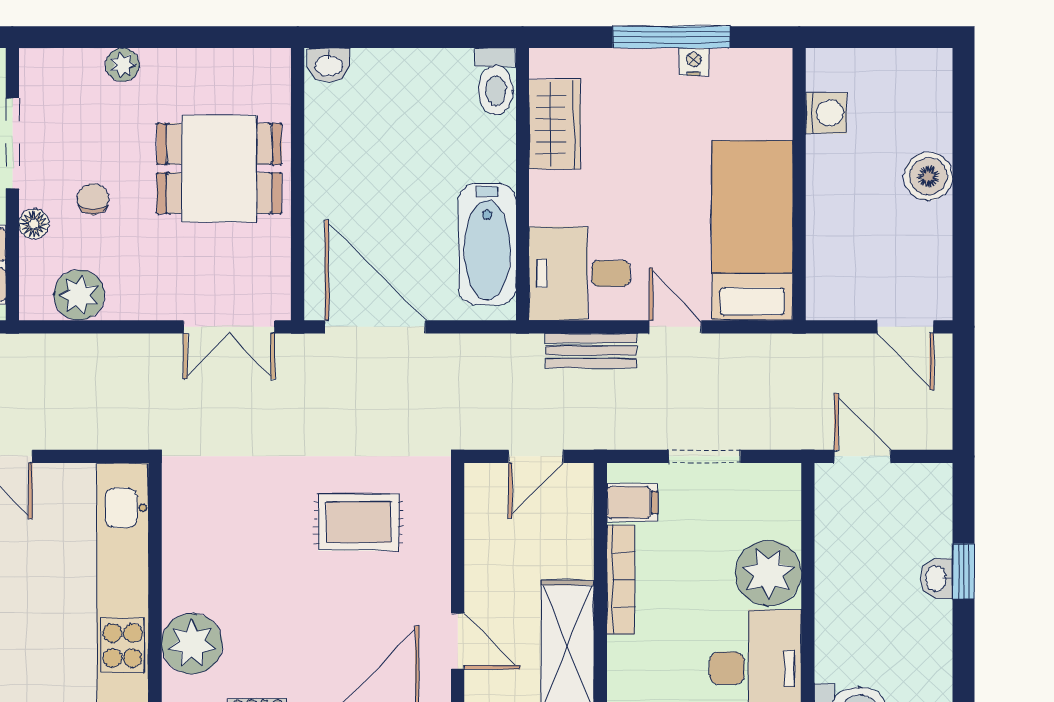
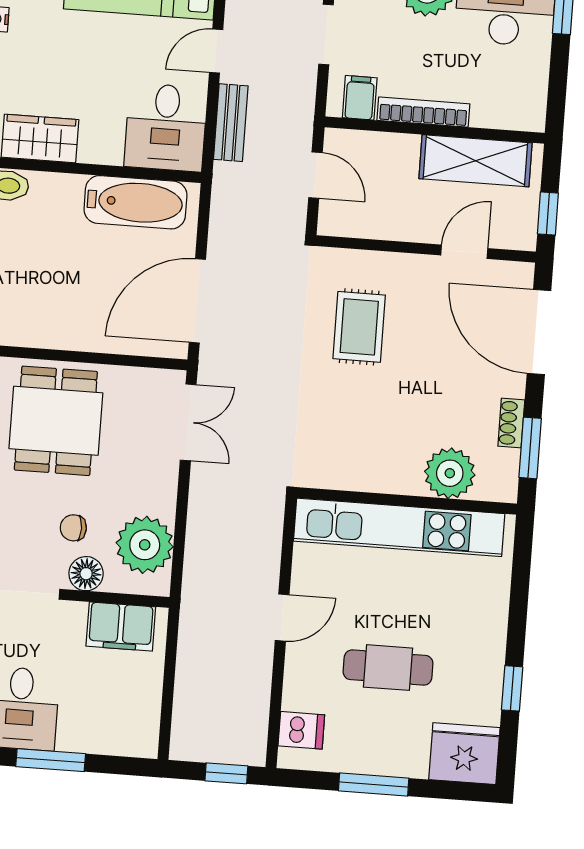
floor lamp: (34, 224) -> (86, 574), width x1.37, depth x1.37
plant: (79, 295) -> (145, 545), width x1.36, depth x1.36

